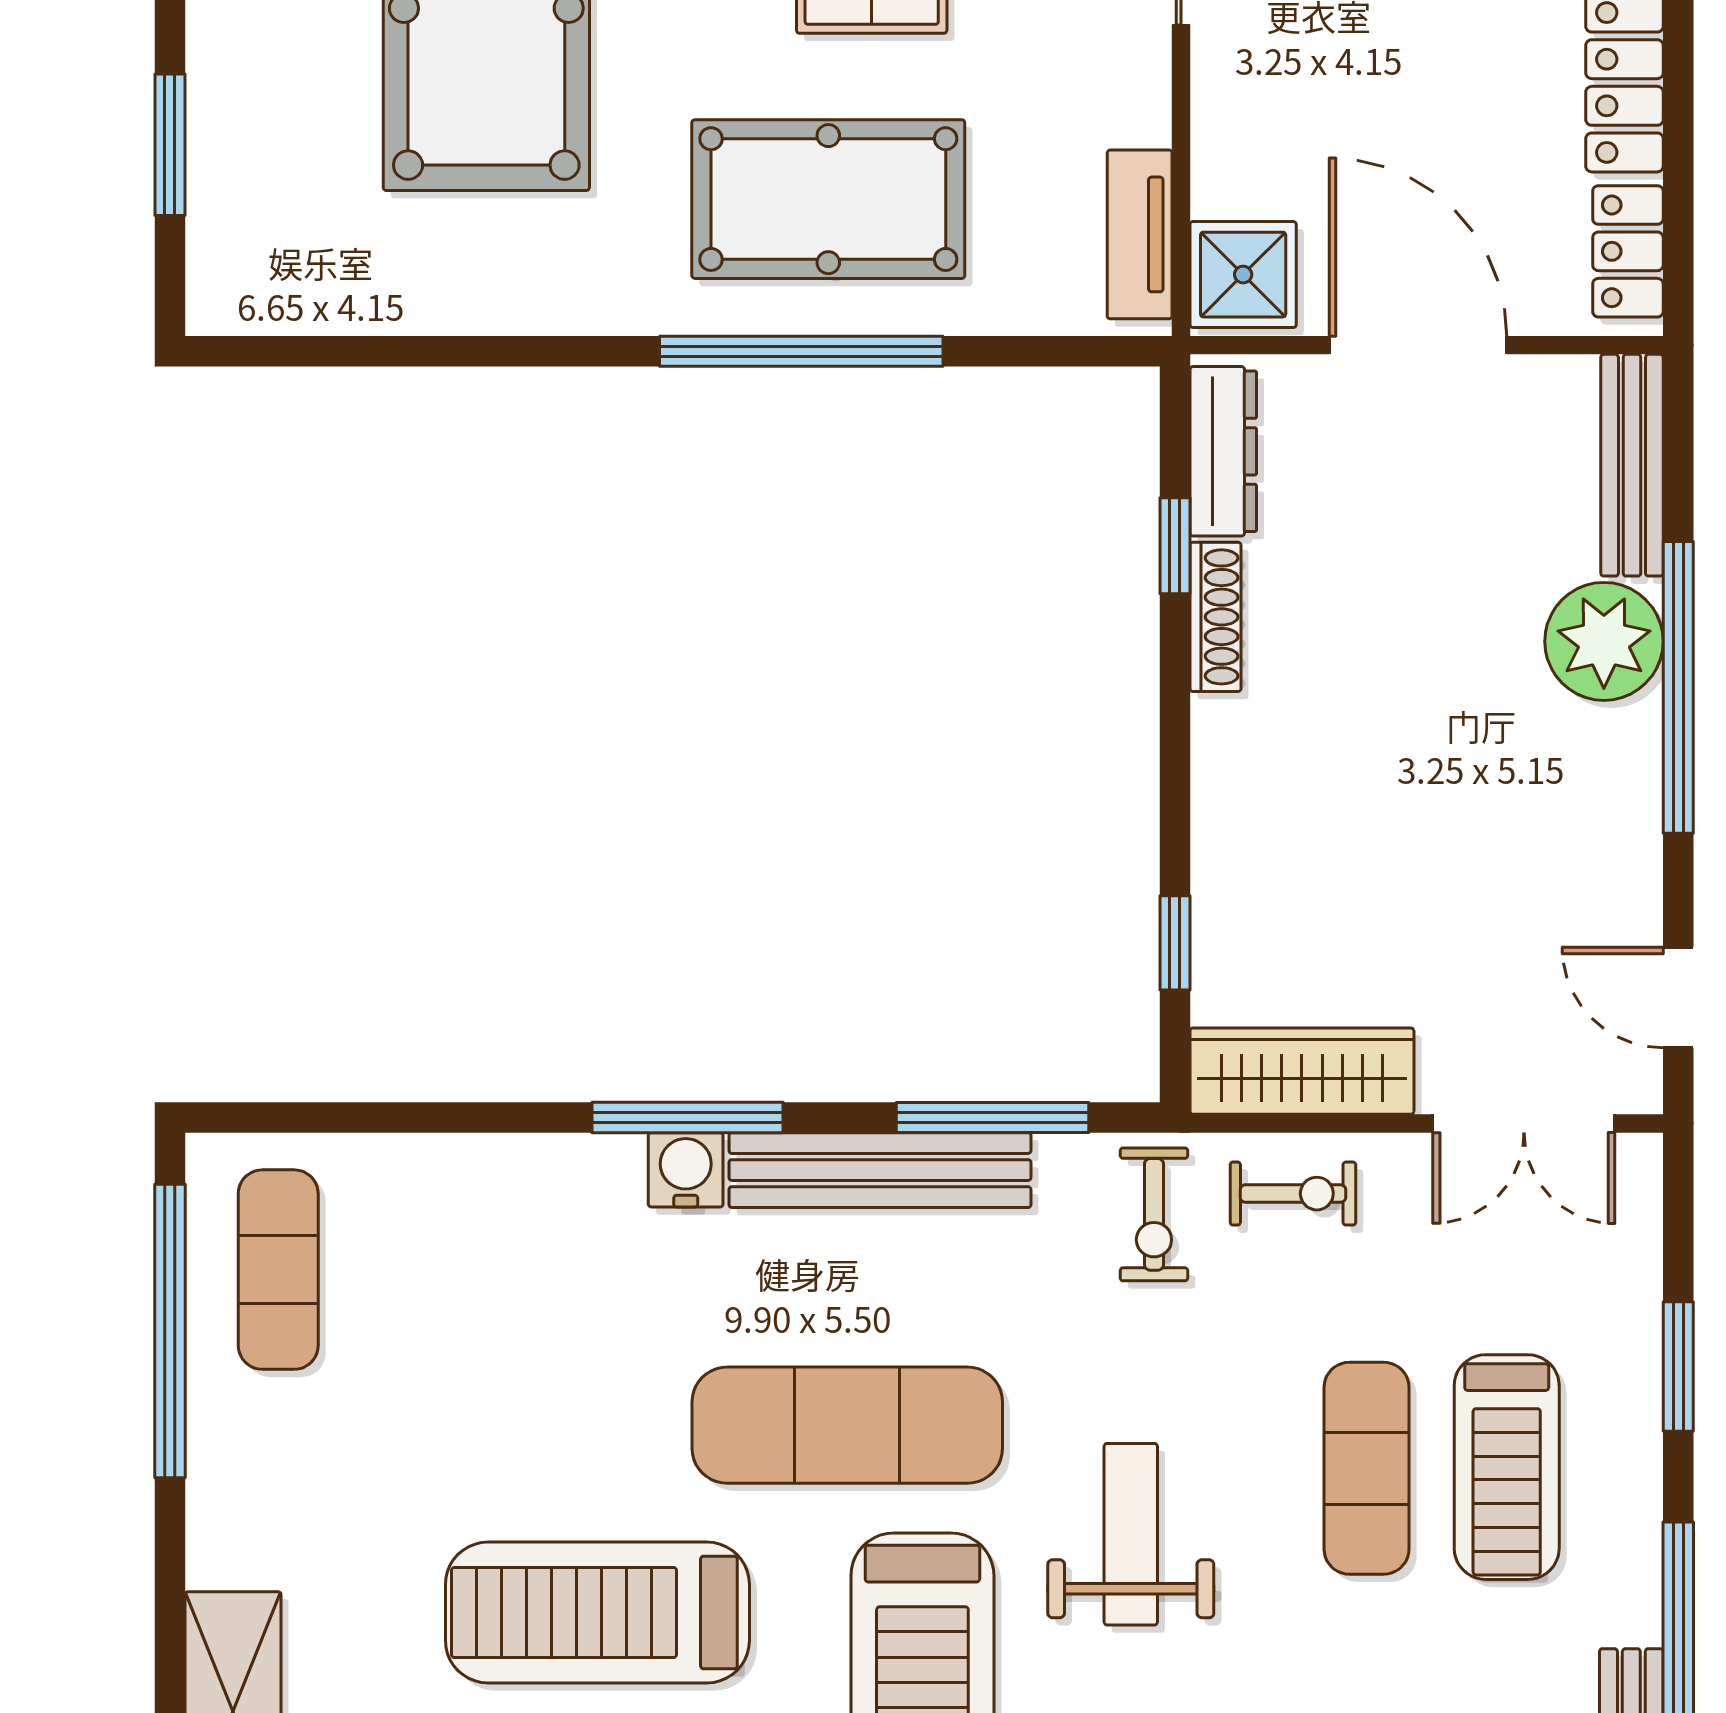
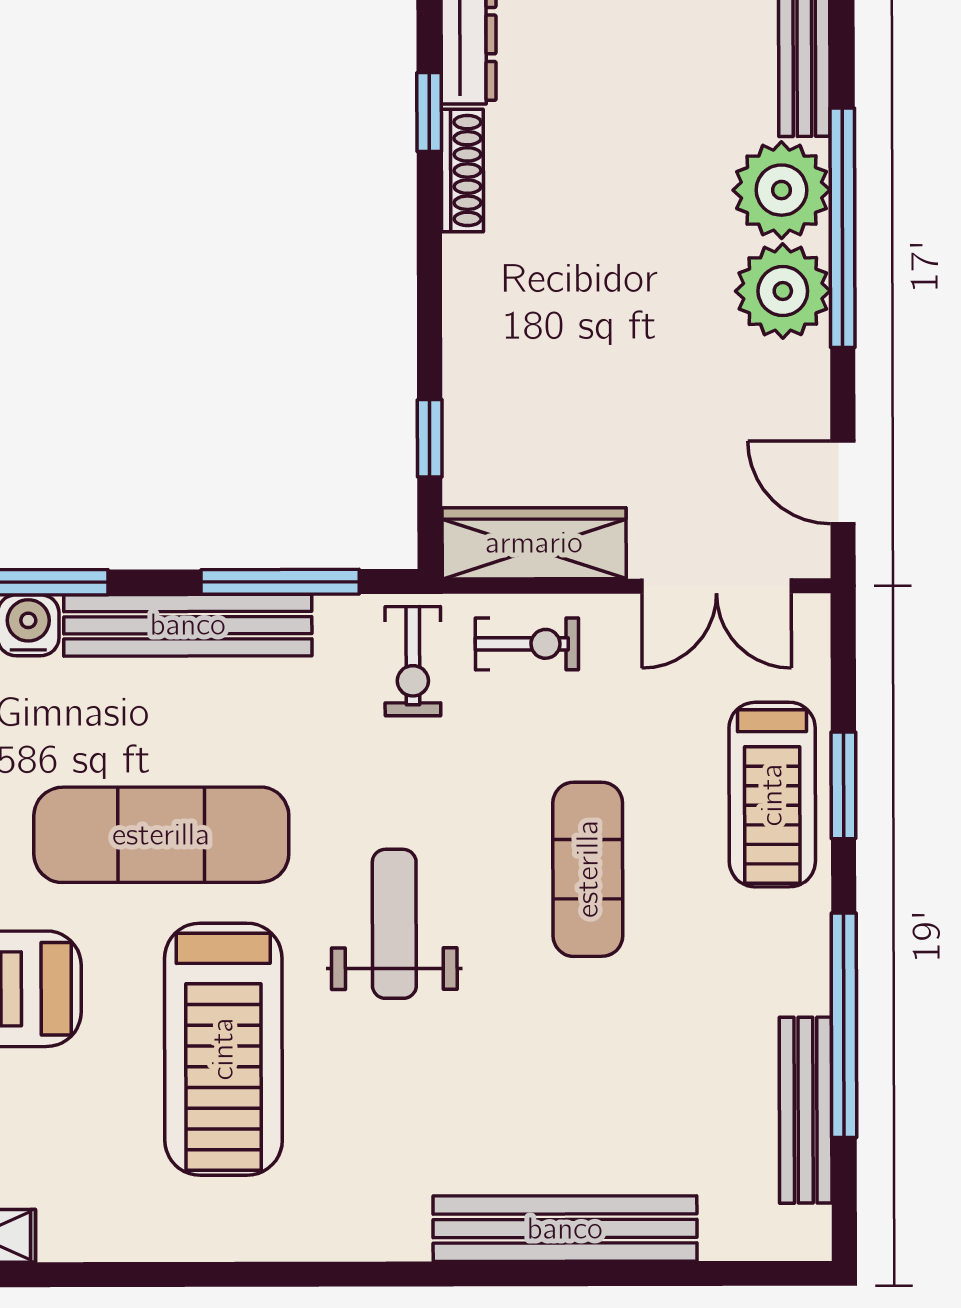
plant: (1605, 764) -> (783, 291), added
treadmill: (1507, 1467) -> (772, 795), moved

